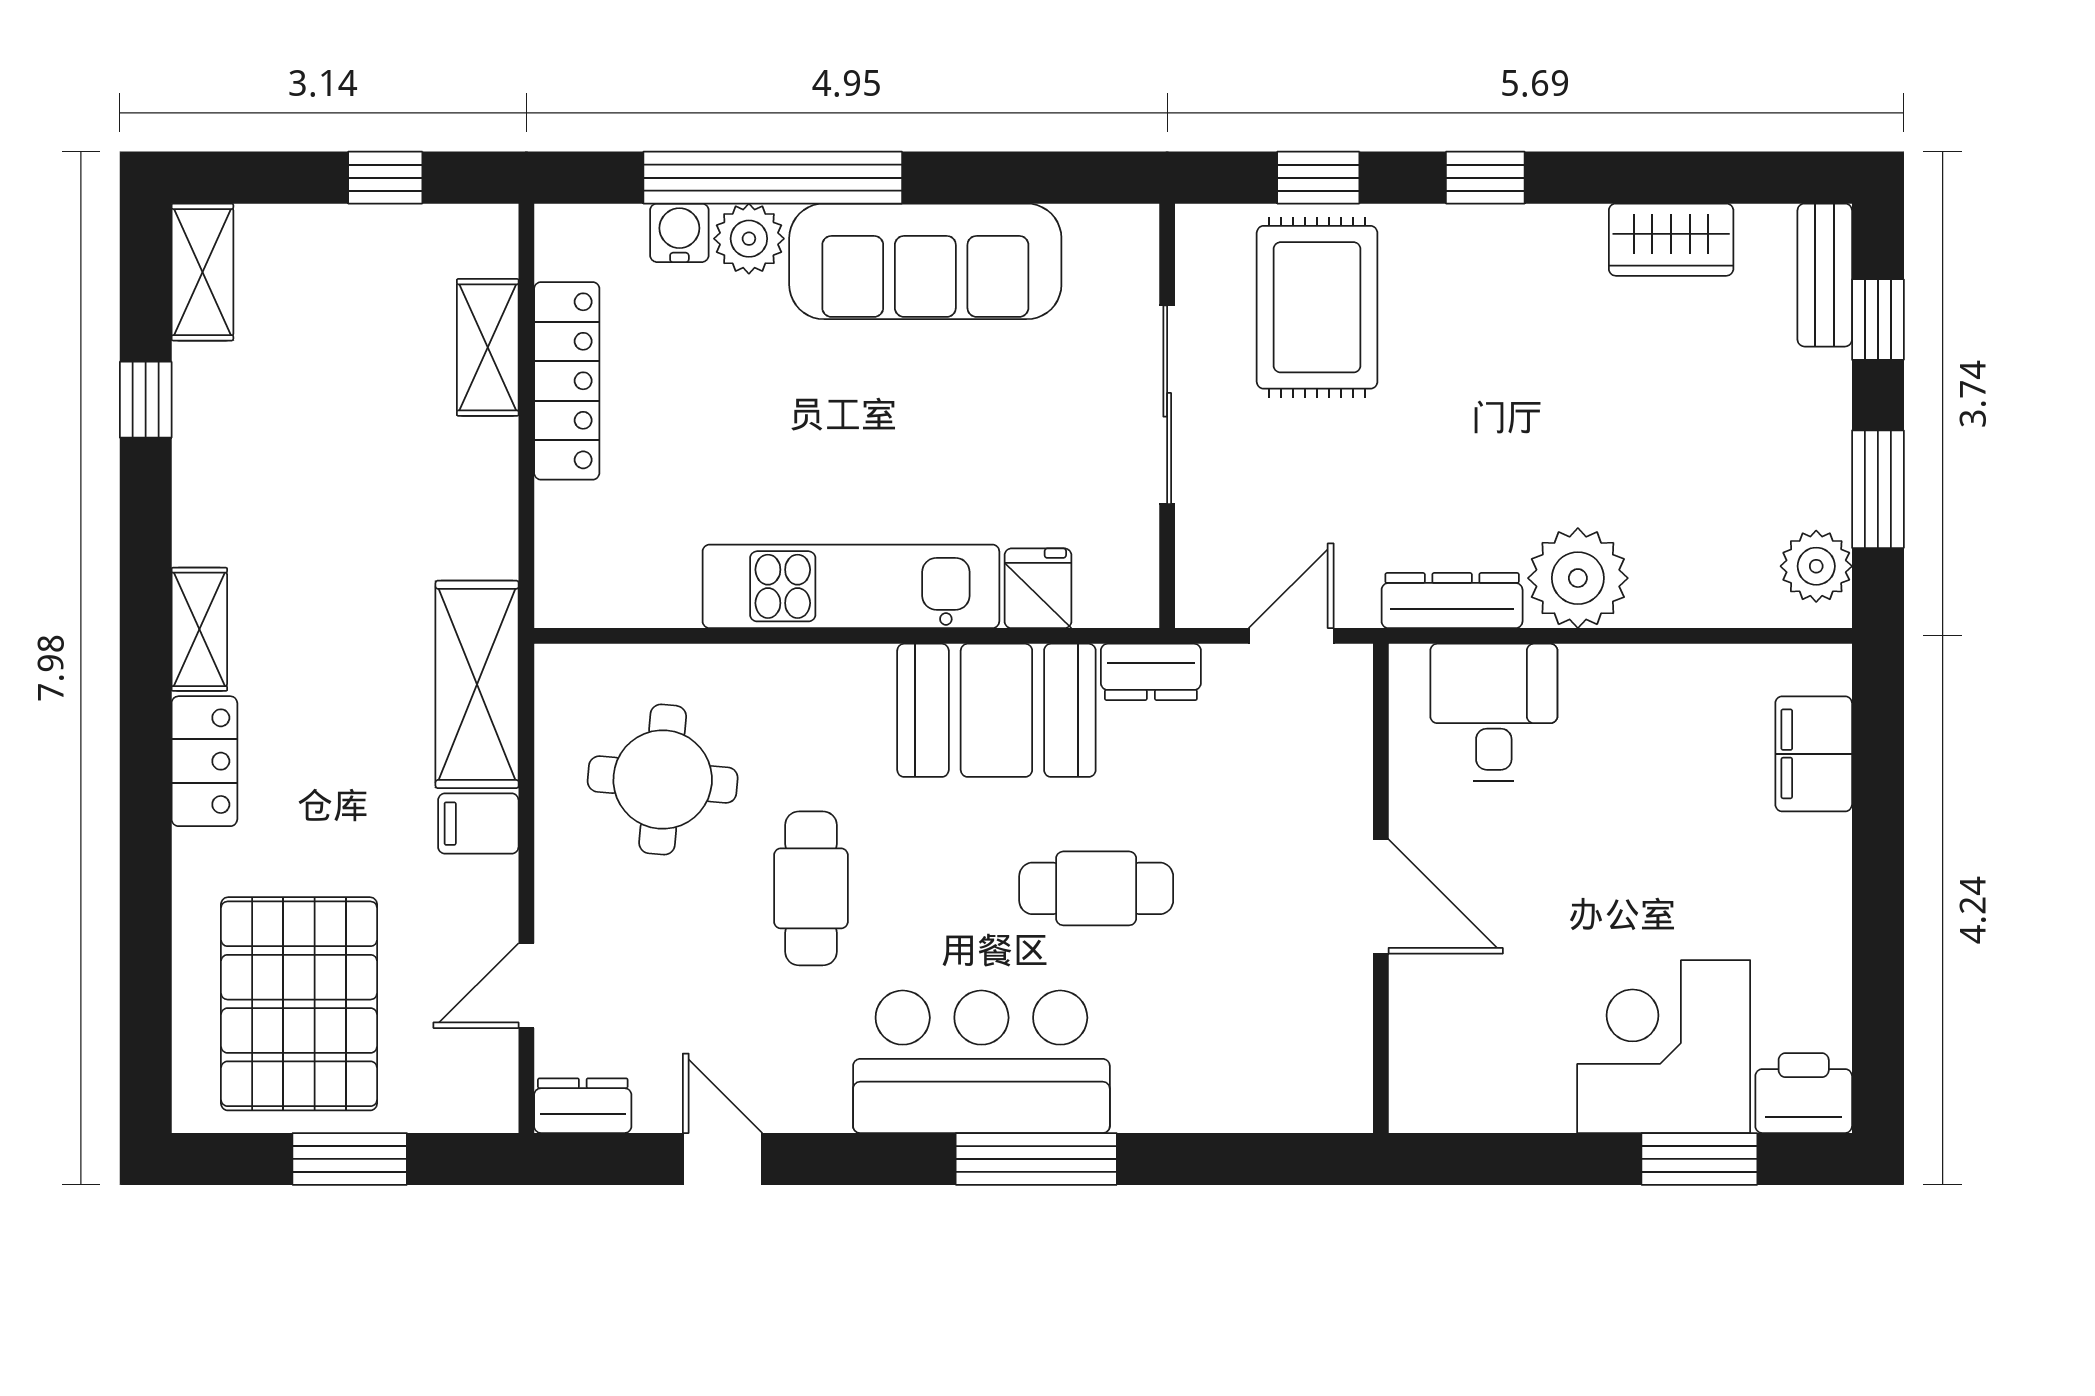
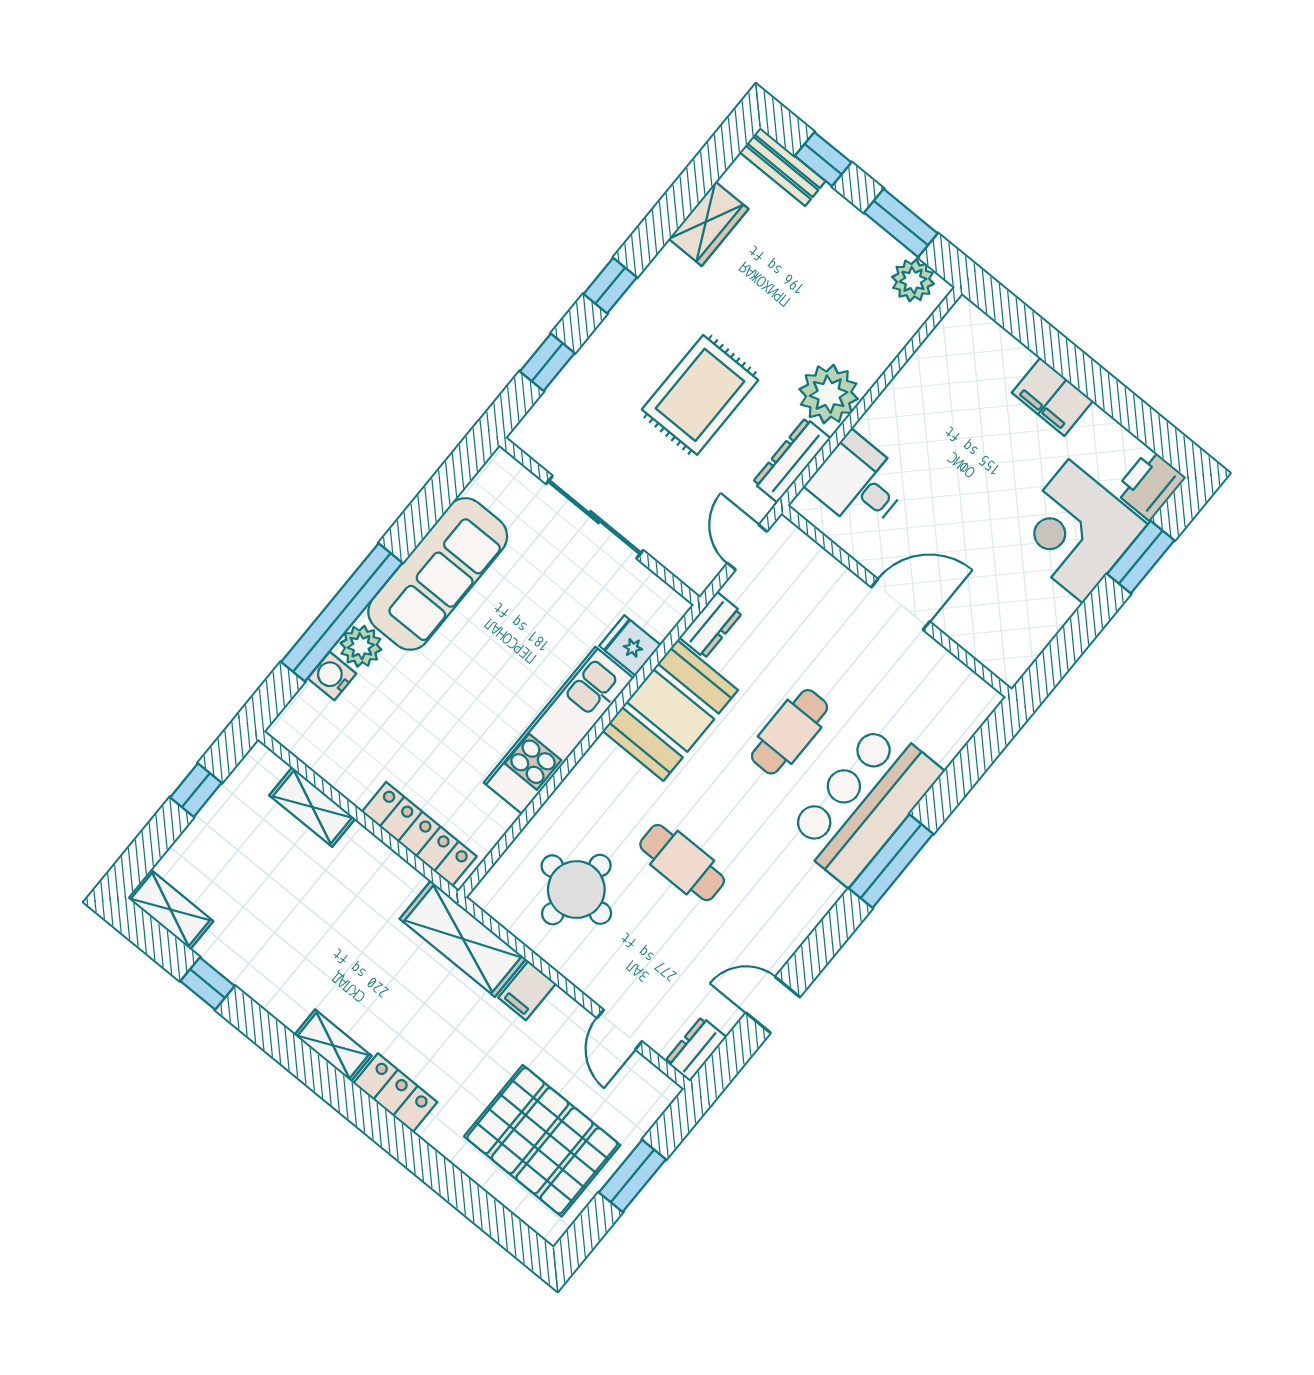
rug: (1317, 307) -> (700, 395), moved, turned 90
locker: (567, 381) -> (419, 834), moved
filing cabinet: (1814, 754) -> (1052, 397), moved
bar counter: (981, 1062) -> (864, 803), moved

